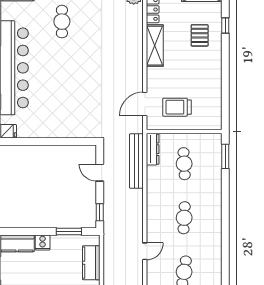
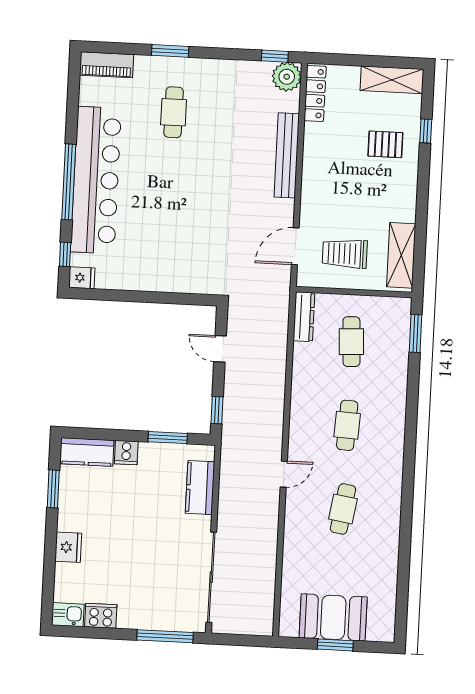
pallet: (200, 35) -> (385, 144), turned 90
shelving: (155, 46) -> (401, 255), moved
bench: (136, 161) -> (287, 155), moved

